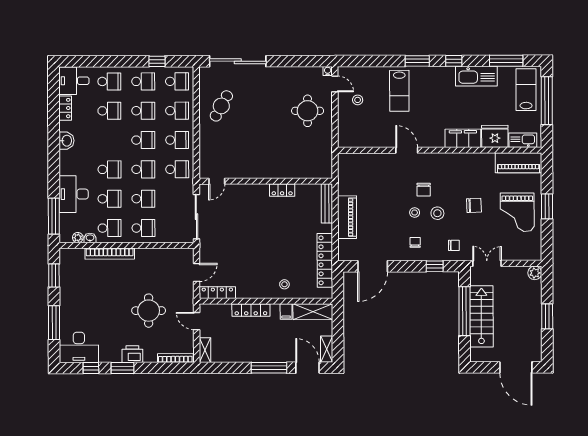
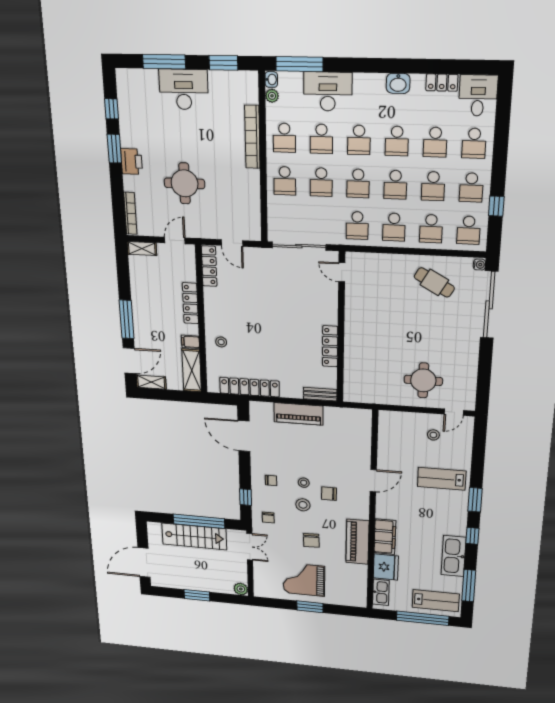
water cooler: (328, 71) -> (479, 265), moved
school desk: (109, 140) -> (397, 141), added
piano: (518, 163) -> (358, 542), moved
locker: (282, 190) -> (330, 346), width x1.53
bench: (327, 203) -> (320, 394), width x0.73
washbasin: (90, 238) -> (271, 79), moved
desk: (79, 347) -> (184, 89), moved, turned 90

